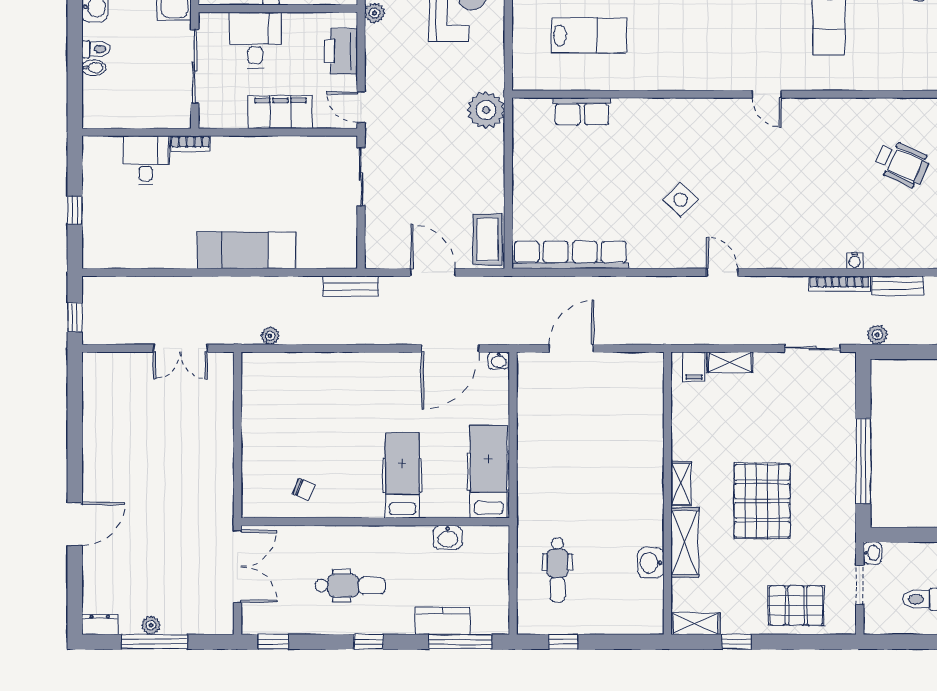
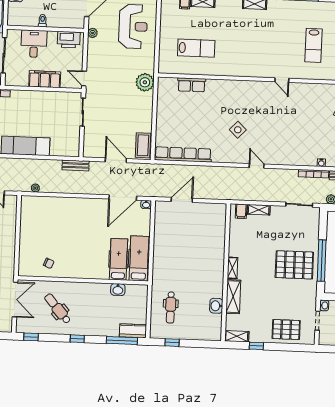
printer: (341, 51) -> (69, 40), moved, turned -90
hospital bed: (402, 476) -> (118, 259), moved
pallet: (762, 501) -> (294, 265), moved, turned 90
dental chair: (350, 586) -> (58, 309), moved, turned -131
kitchen counter: (443, 621) -> (133, 331), moved

